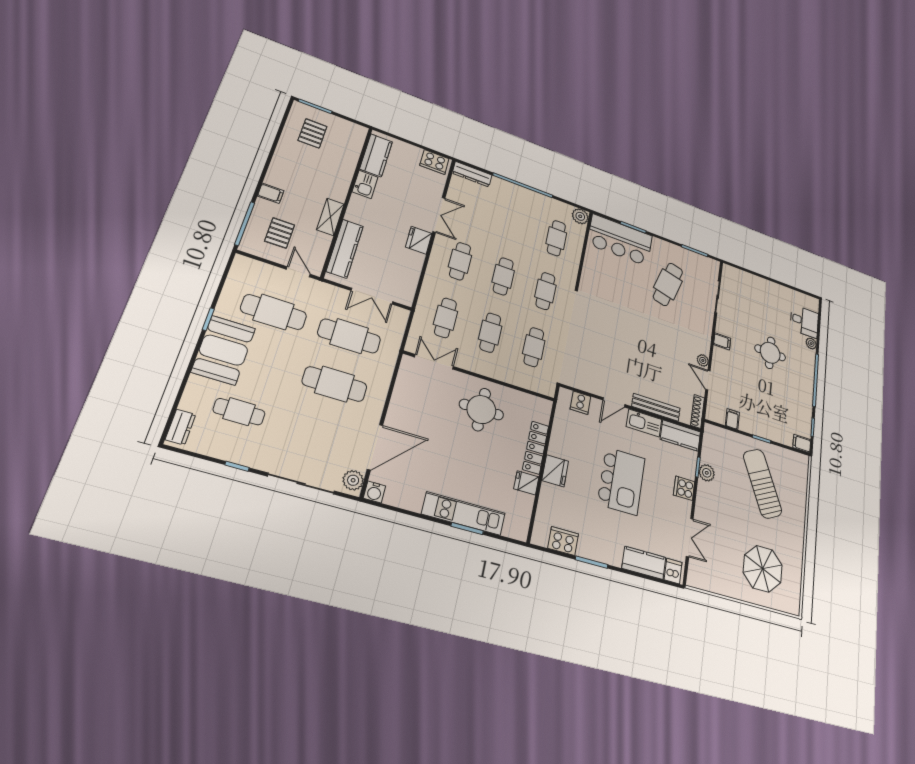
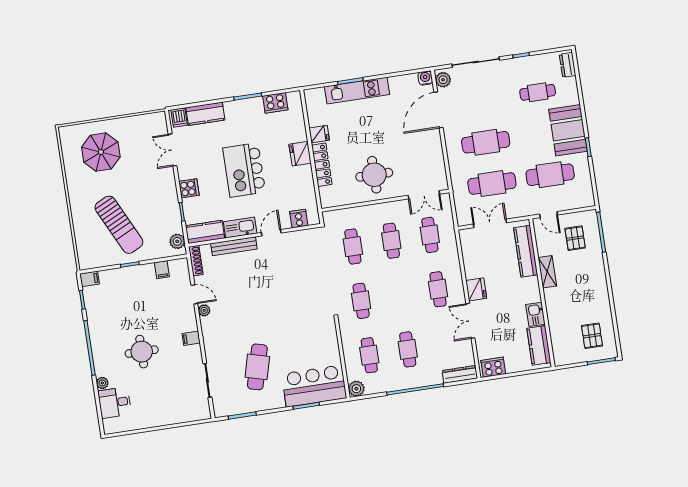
filing cabinet: (271, 193) -> (596, 267), removed
cafe table: (503, 276) -> (408, 349), moved
plant: (707, 473) -> (177, 241), moved

